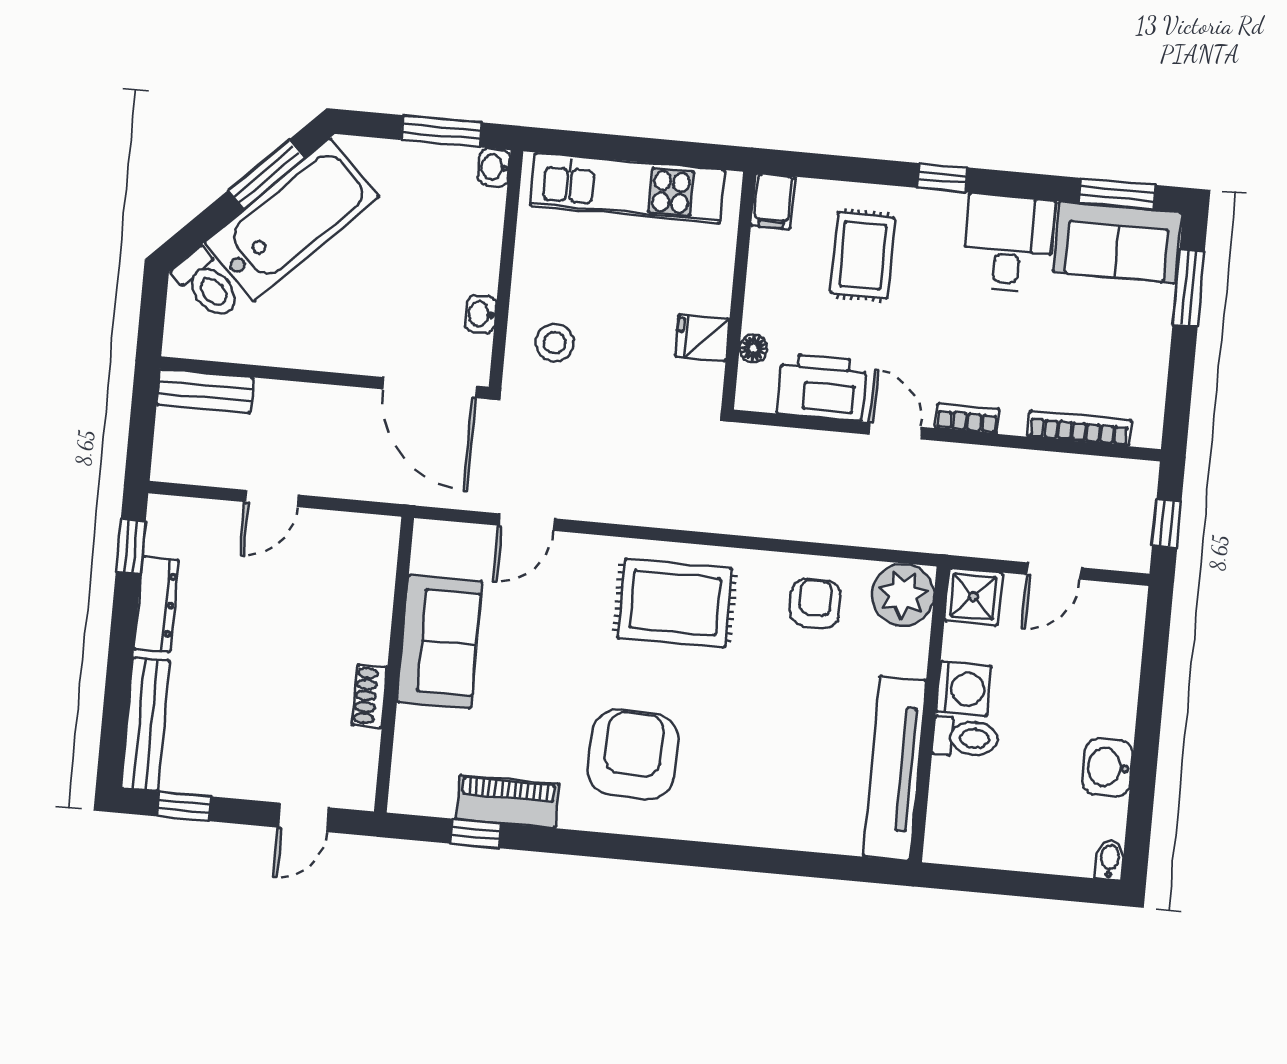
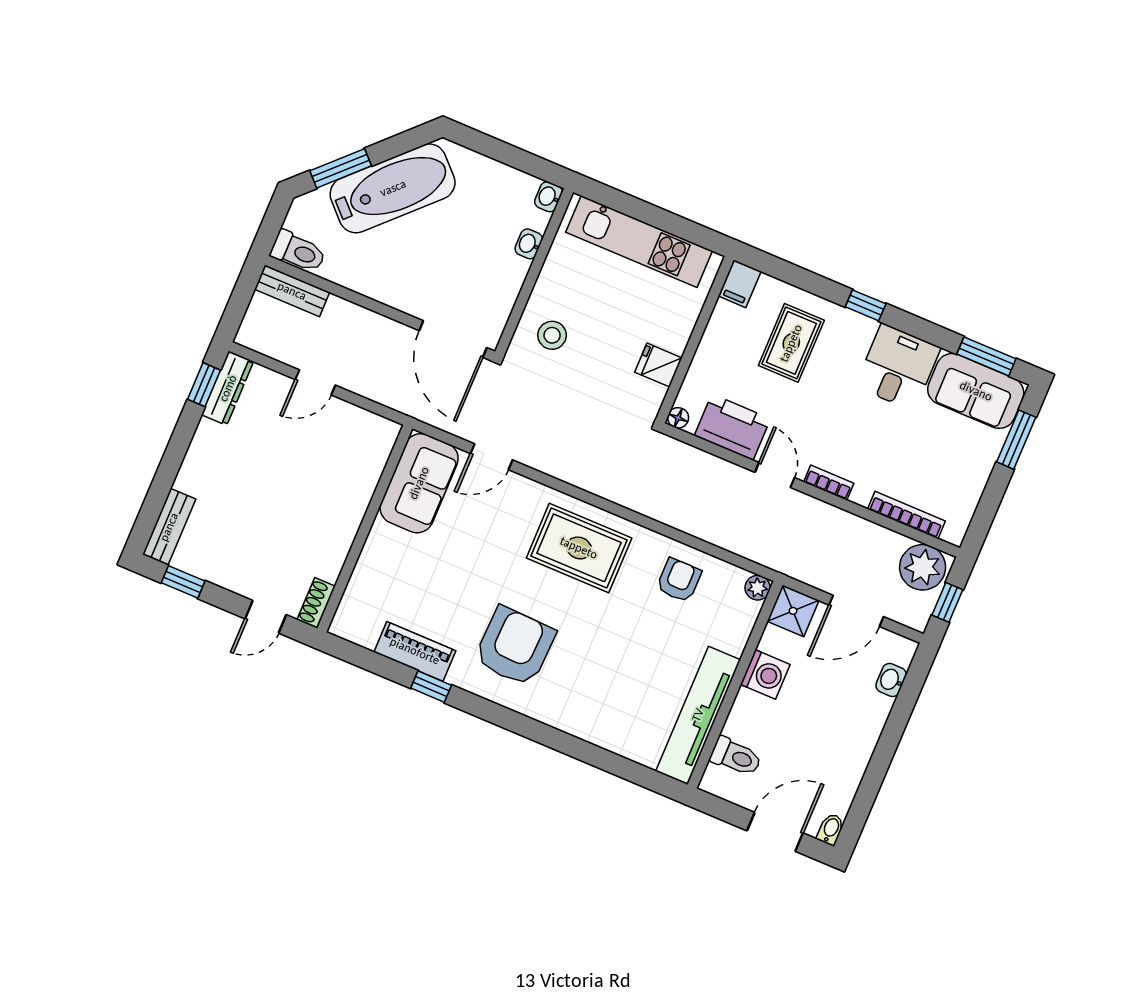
window: (441, 131) -> (519, 159), removed
window: (266, 175) -> (341, 168), moved
toilet: (207, 284) -> (298, 252), moved, turned -45
washbasin: (481, 314) -> (529, 244), moved
floor lamp: (753, 348) -> (678, 418), moved
plant: (1121, 489) -> (923, 567), added
door: (1054, 571) -> (856, 611), width x1.38
plant: (903, 595) -> (758, 588), width x0.53, depth x0.53
dresser: (156, 604) -> (228, 388), moved
sofa: (440, 642) -> (419, 483), moved
shoe rack: (370, 696) -> (316, 603), moved
bench: (145, 724) -> (169, 527), width x0.73
toilet: (966, 738) -> (736, 757), moved
washbasin: (1108, 767) -> (891, 680), moved, width x0.72, depth x0.69
window: (475, 833) -> (431, 687), moved
door: (1040, 886) -> (775, 832), added

